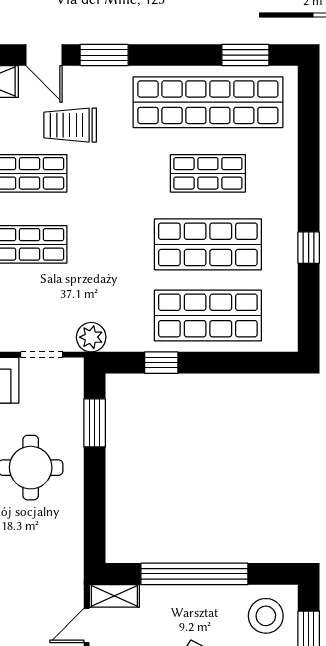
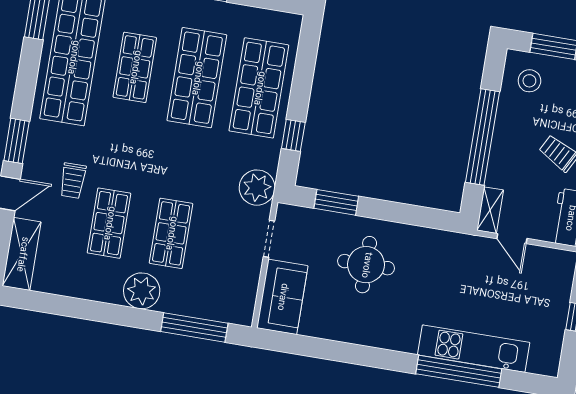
trolley: (70, 125) -> (73, 181), width x0.73, depth x0.72
plant: (91, 337) -> (257, 188), width x1.36, depth x1.36
stool: (266, 616) -> (529, 81), width x0.73, depth x0.73

